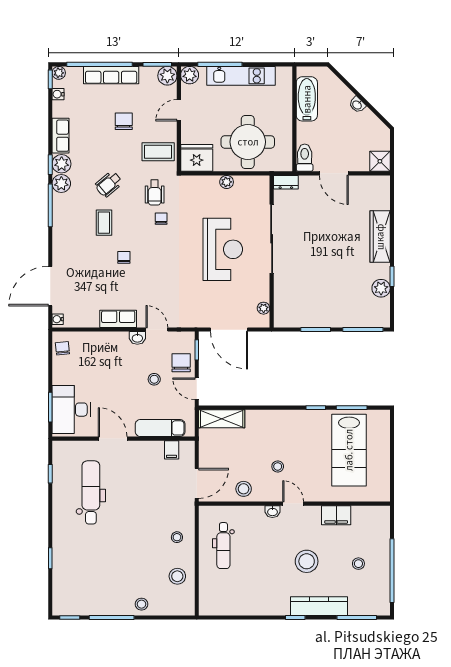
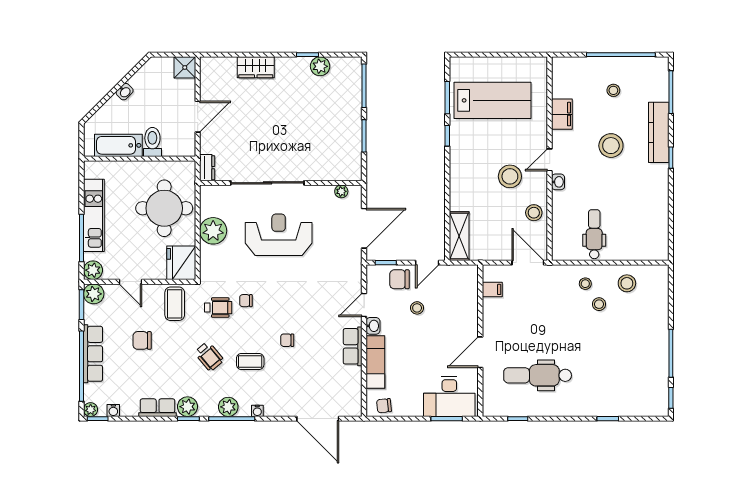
toilet: (305, 158) -> (152, 142), moved, turned 90
plant: (227, 182) -> (213, 231), width x1.88, depth x1.88
plant: (61, 184) -> (228, 407), moved
wardrobe: (380, 237) -> (256, 67), width x0.67
water cooler: (58, 319) -> (257, 411), moved
exam couch: (160, 428) -> (375, 362), moved, turned 180
stool: (278, 466) -> (510, 176), width x1.89, depth x1.89
dental chair: (223, 546) -> (594, 234), turned -90
stool: (141, 604) -> (599, 304), moved

